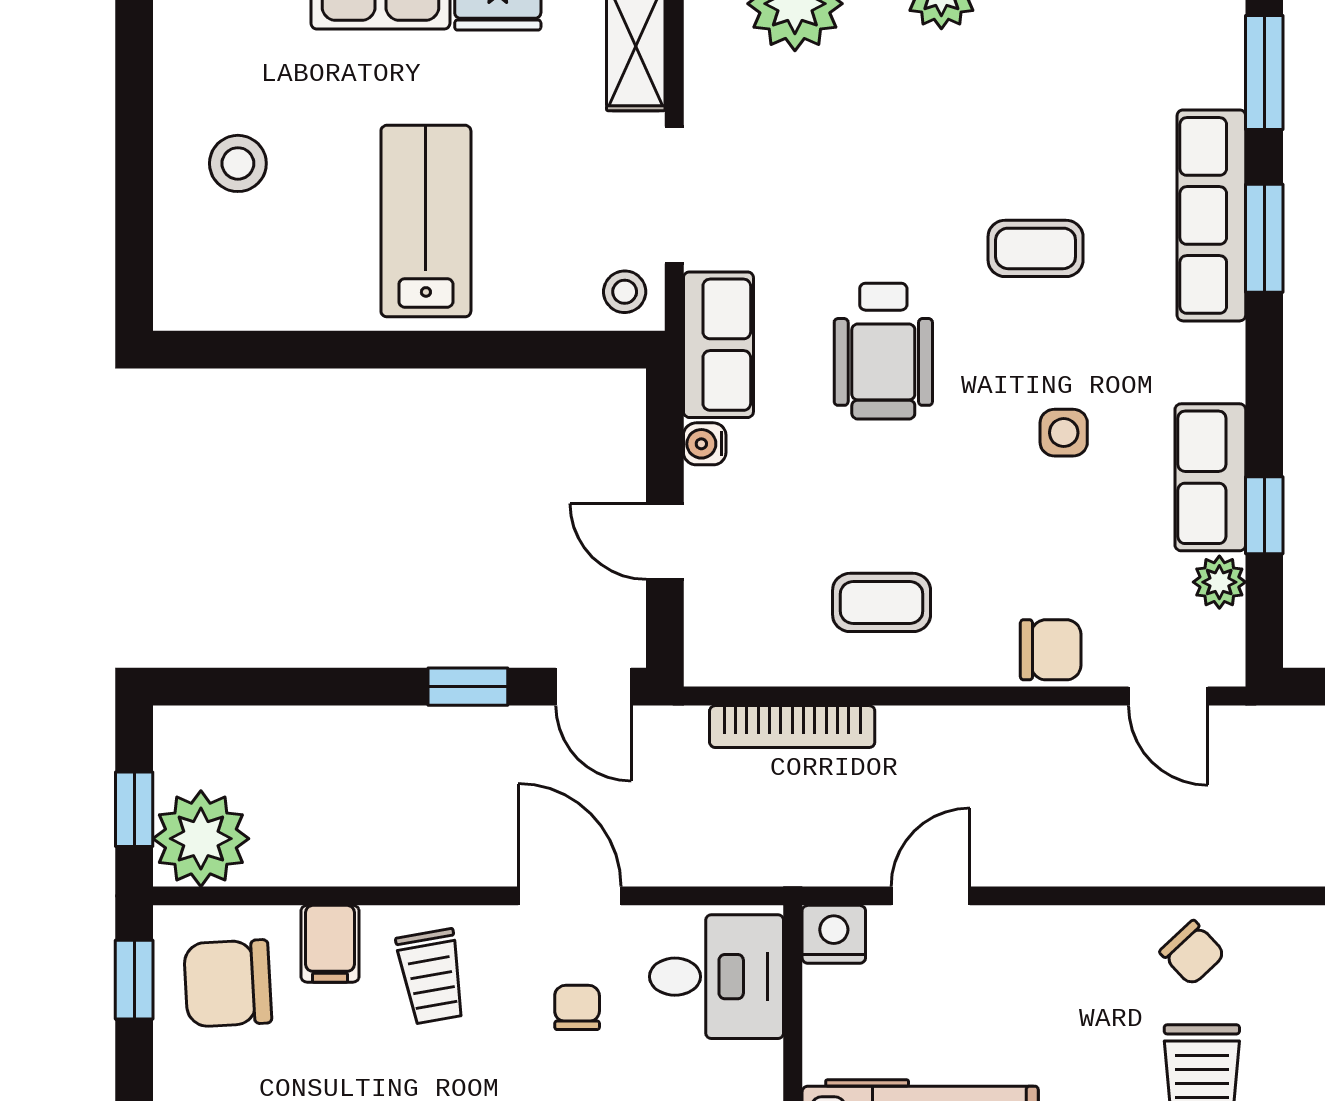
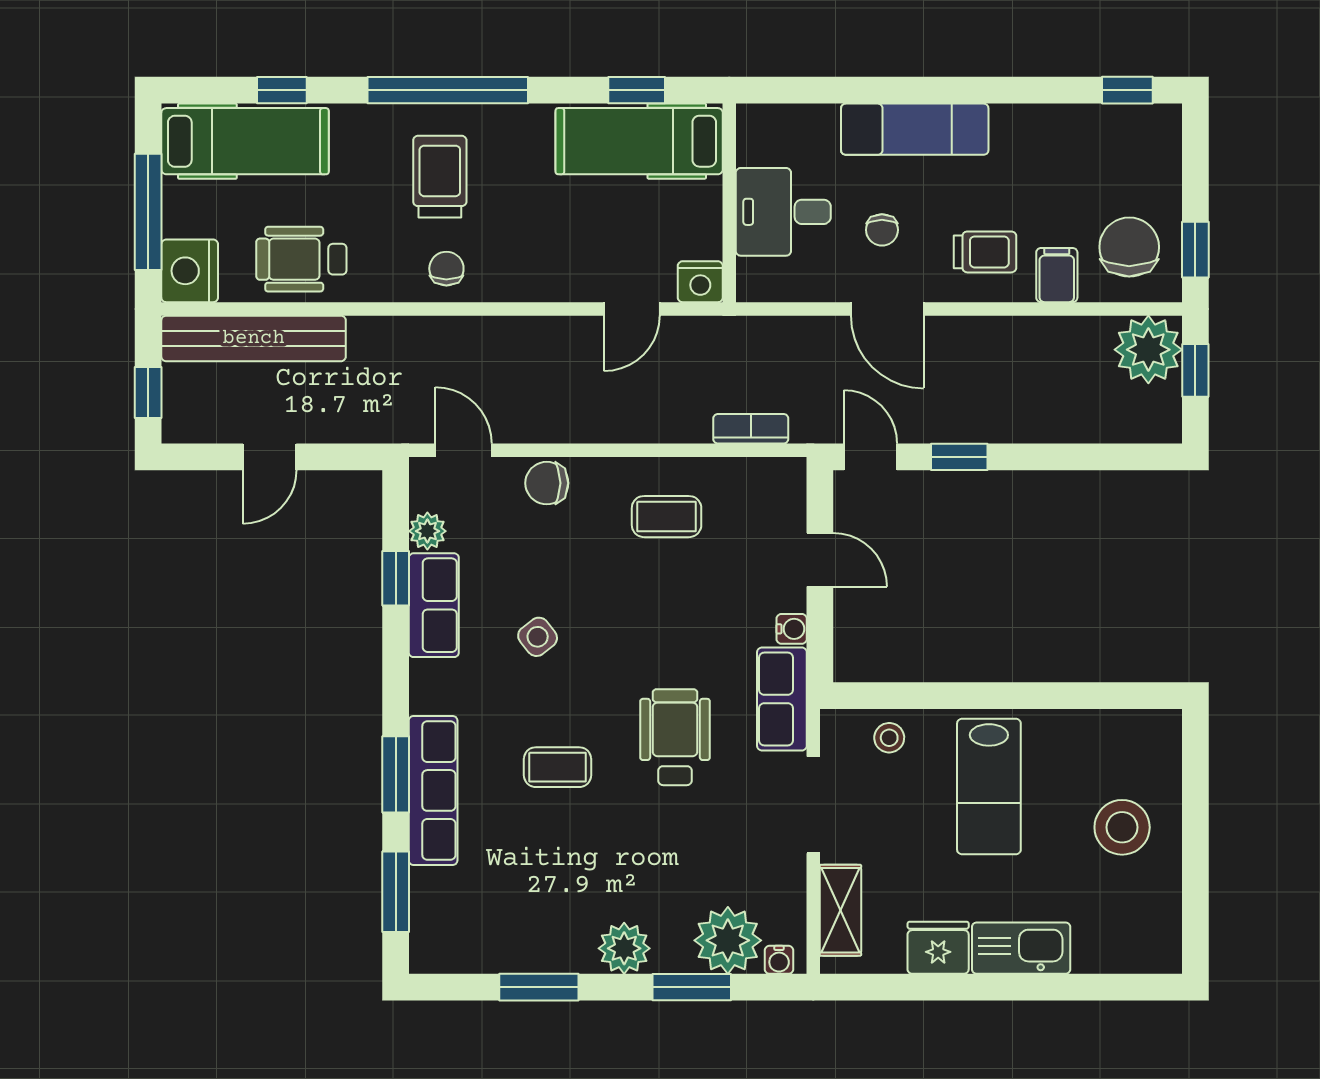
stool: (238, 163) -> (1122, 827), width x1.38, depth x1.38
stool: (625, 292) -> (889, 738), moved
wheelchair: (883, 351) -> (675, 737), moved
side table: (1064, 433) -> (538, 637), turned -38
bookcase: (792, 727) -> (751, 429), width x0.64
chair: (1192, 953) -> (446, 269), turned 43
trolley: (432, 976) -> (985, 252), turned 100
desk: (716, 977) -> (783, 212), moved
chair: (228, 983) -> (1129, 247), turned -87

